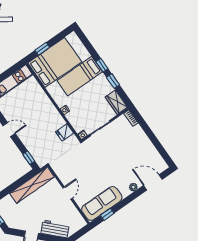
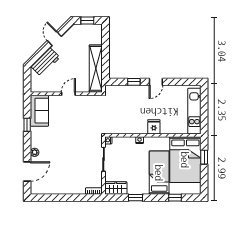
window: (102, 65) -> (175, 198), moved
fridge: (65, 132) -> (154, 127), moved
window: (29, 158) -> (134, 82), moved
door: (68, 193) -> (68, 94), swing flipped
sofa: (102, 203) -> (39, 111), width x0.73
window: (107, 214) -> (27, 125), moved

